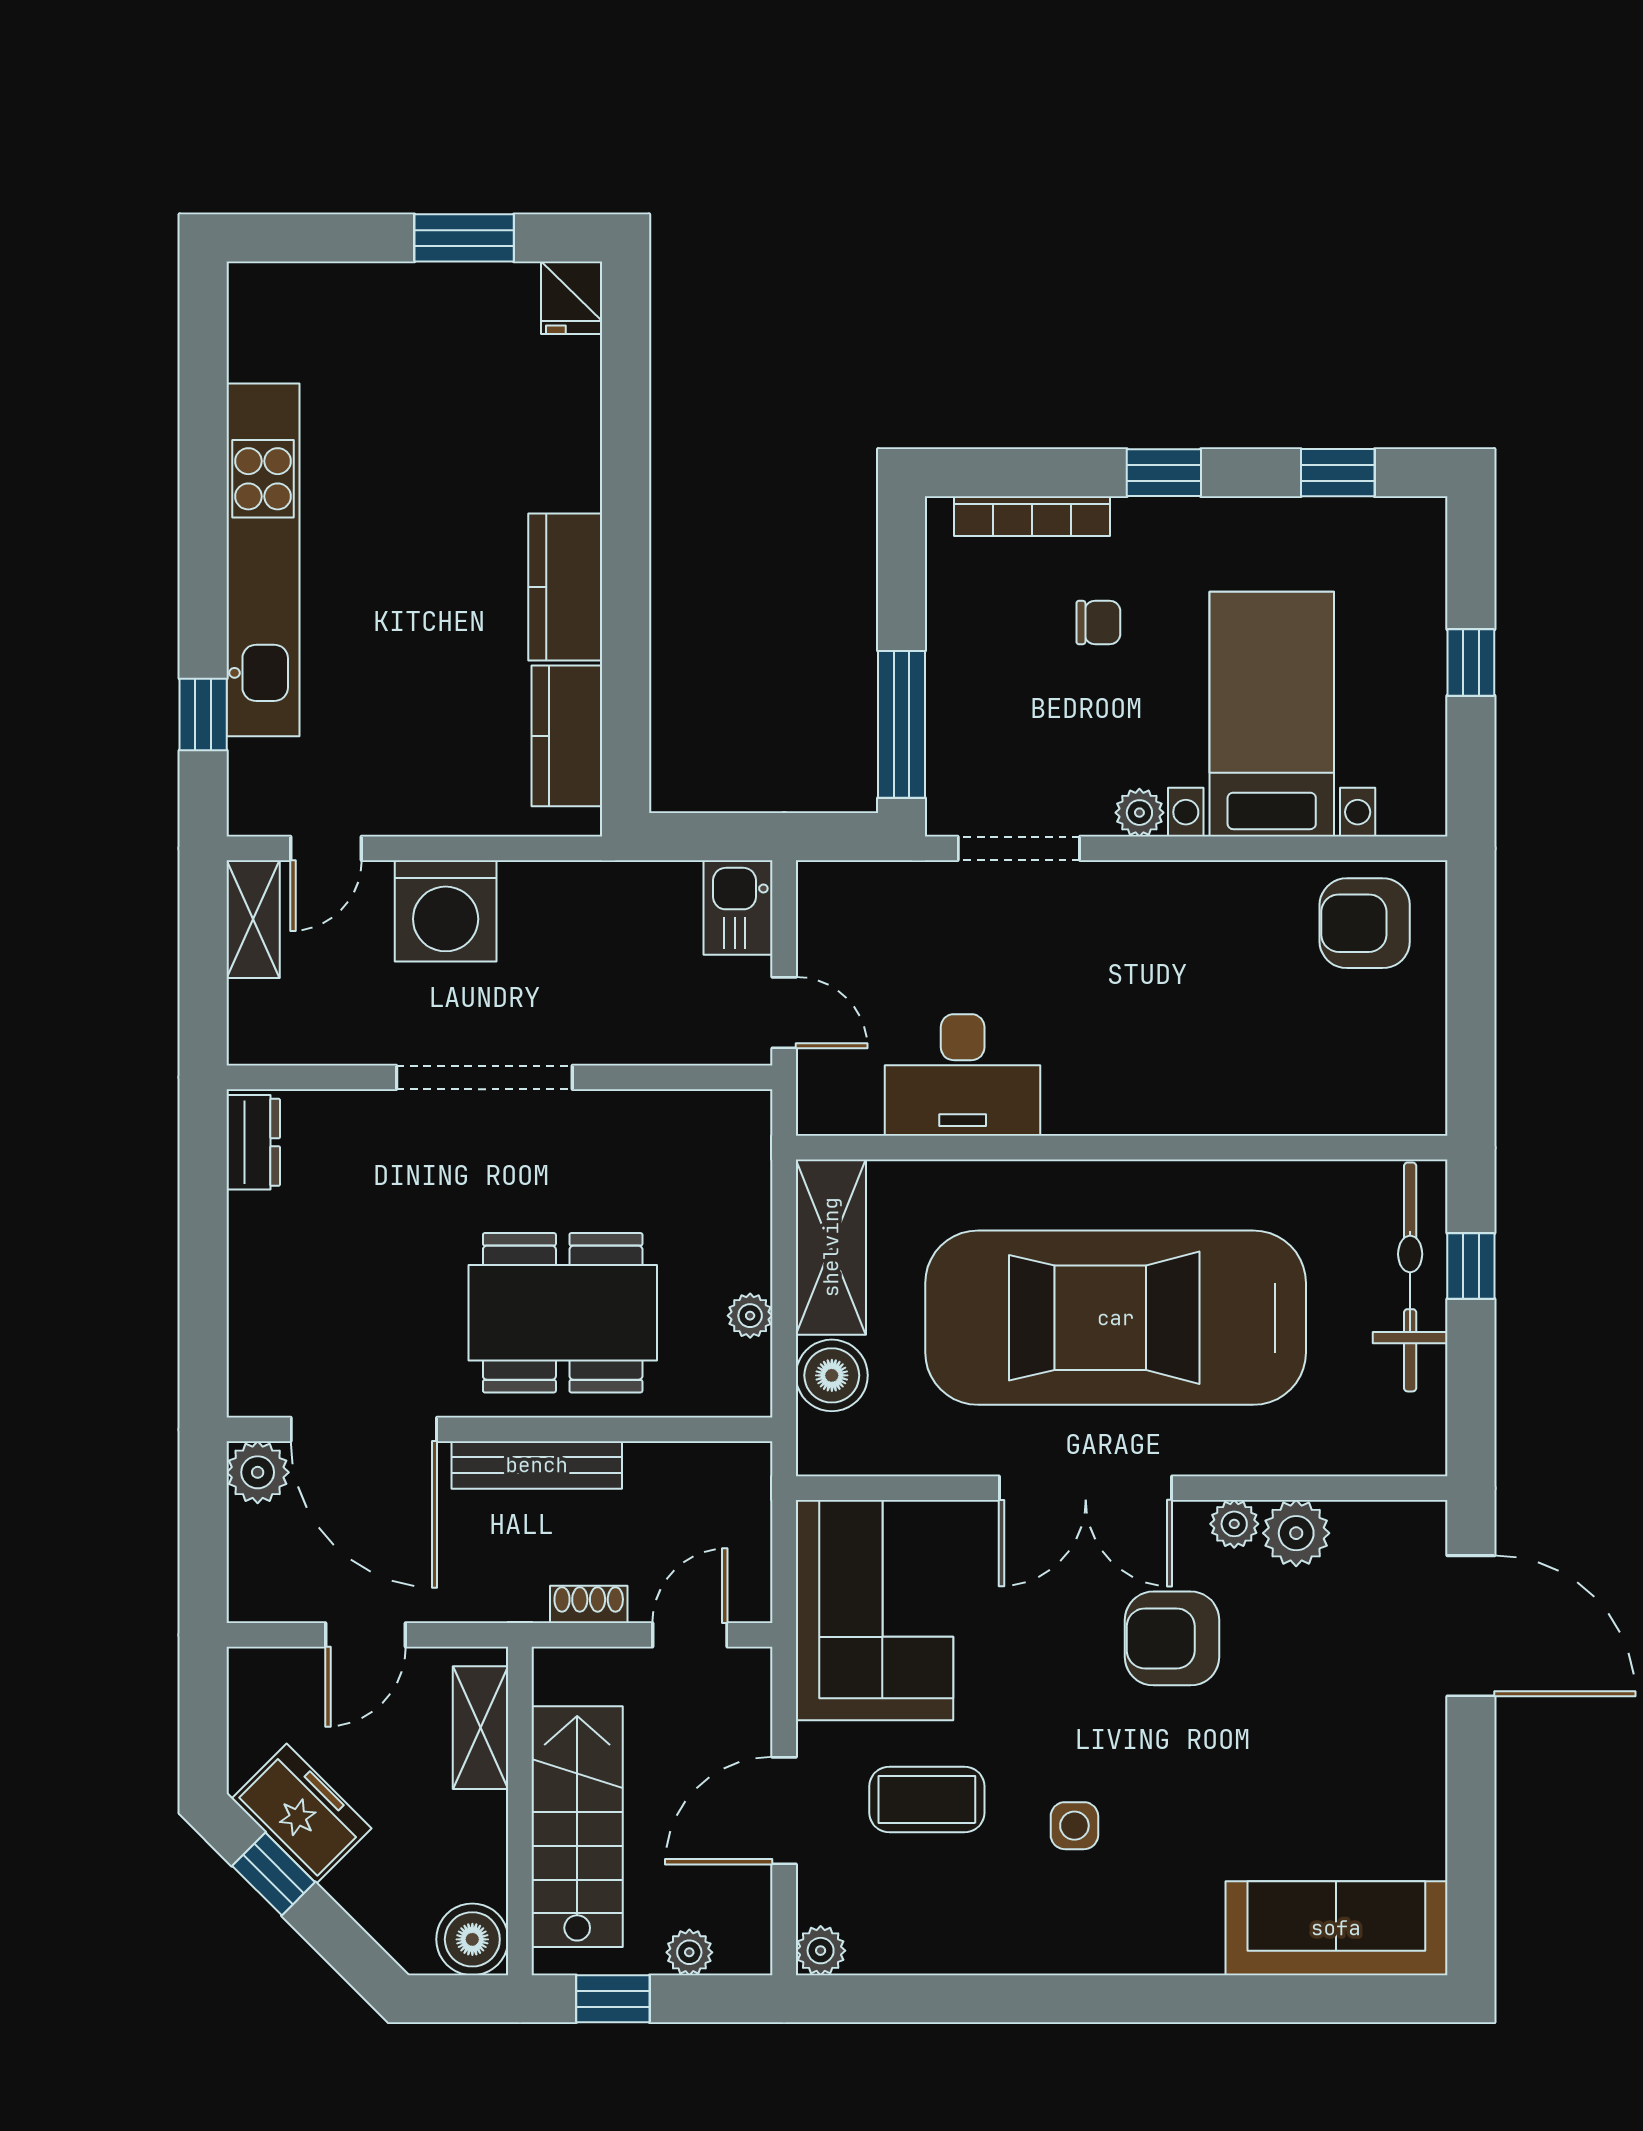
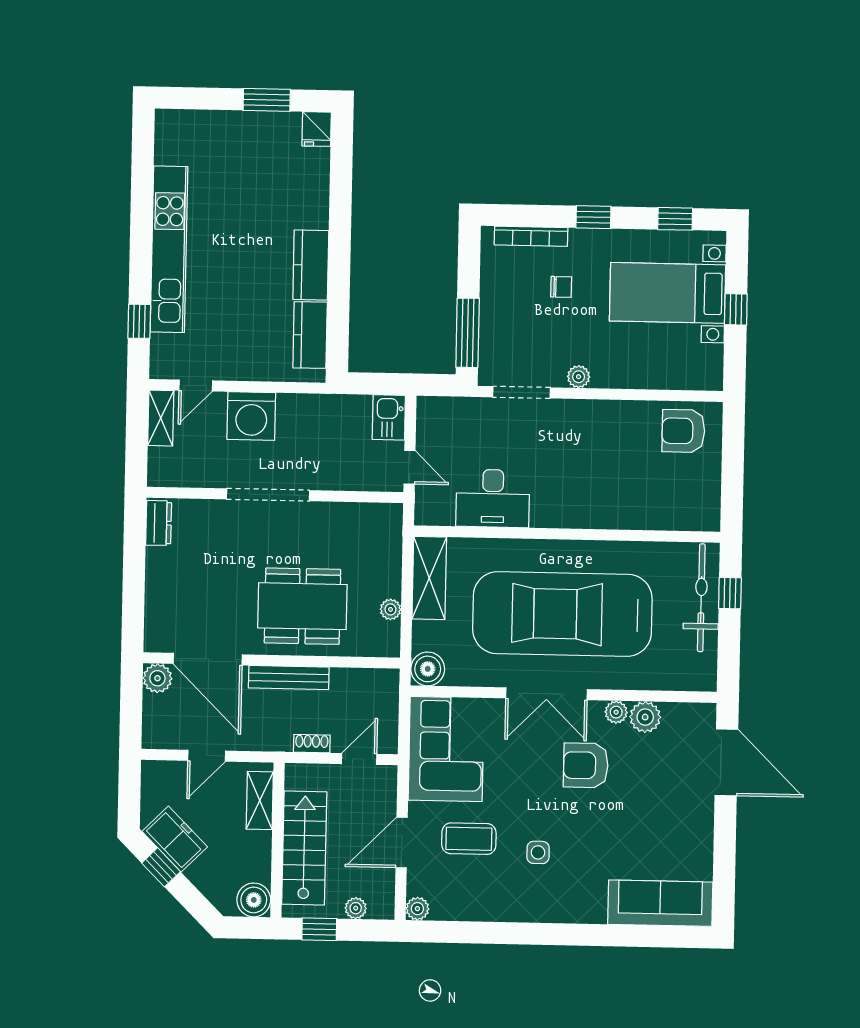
bed with nightstands: (1272, 714) -> (668, 293), moved, turned -90
boiler: (832, 1375) -> (428, 669), moved

